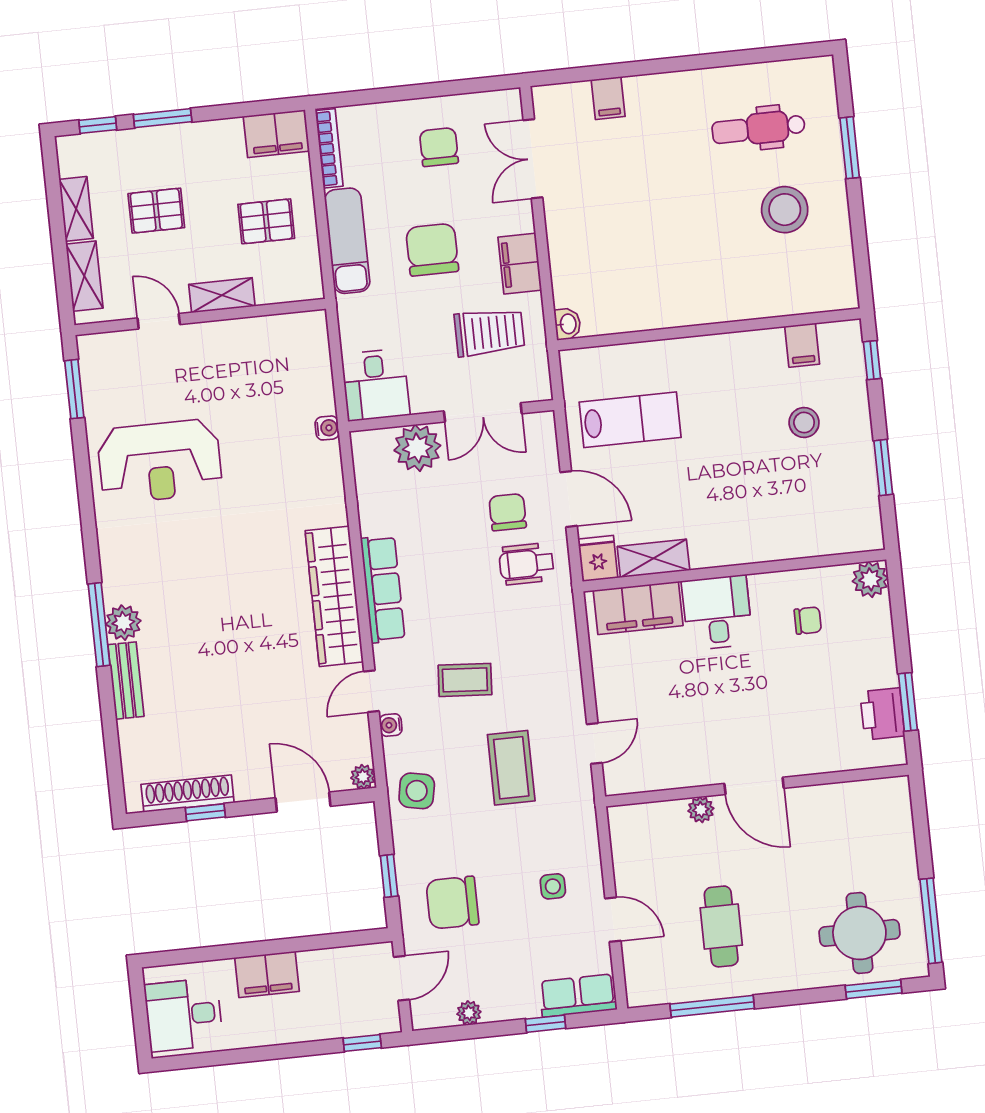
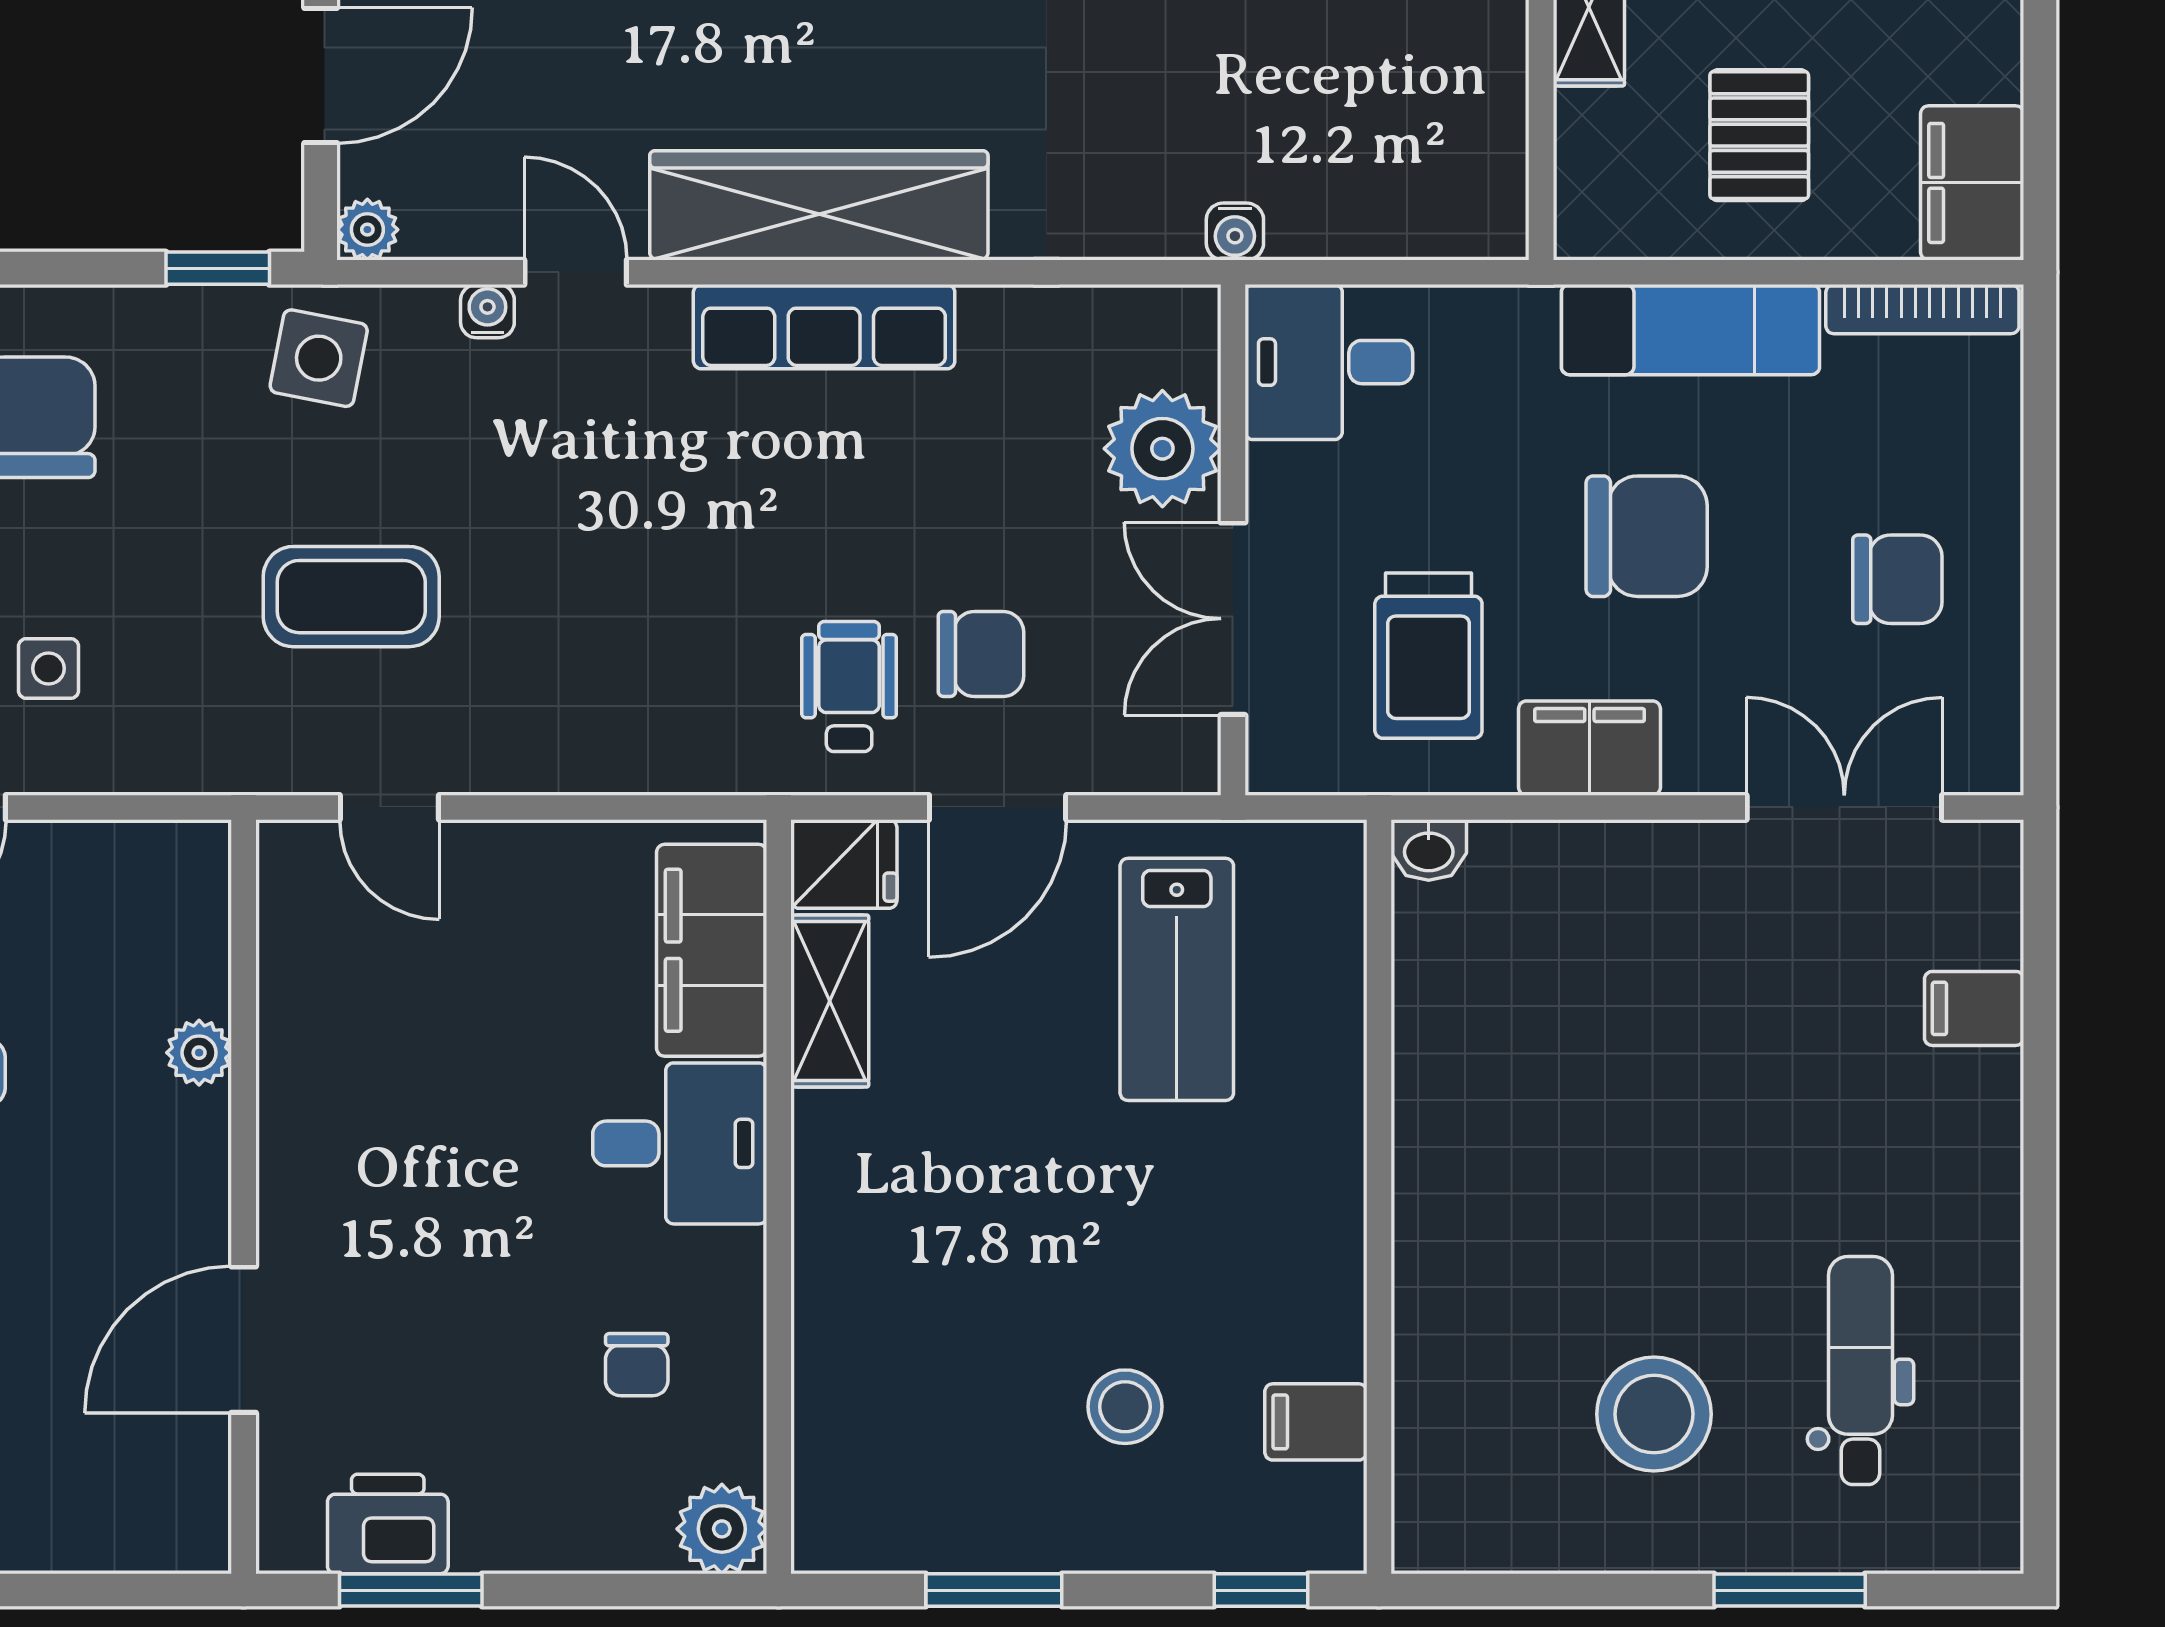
coffee table: (465, 680) -> (579, 506), removed
door: (754, 786) -> (244, 1340), moved
window: (389, 876) -> (218, 268), moved

